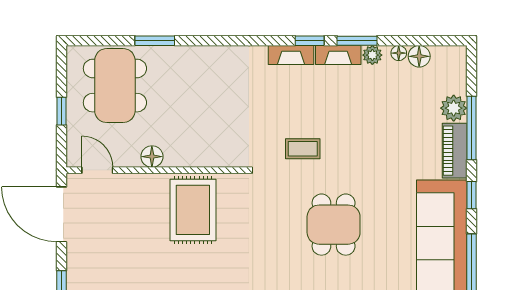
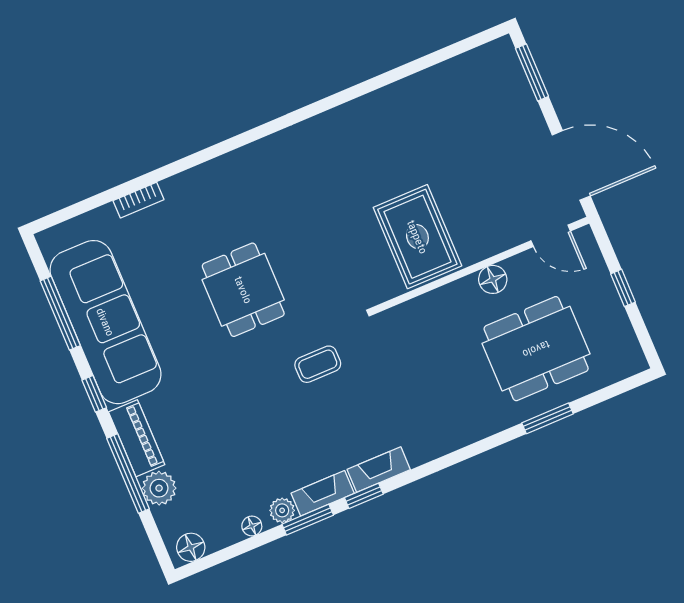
floor lamp: (419, 56) -> (191, 547), moved
dining table: (115, 86) -> (536, 349), moved, turned 90

